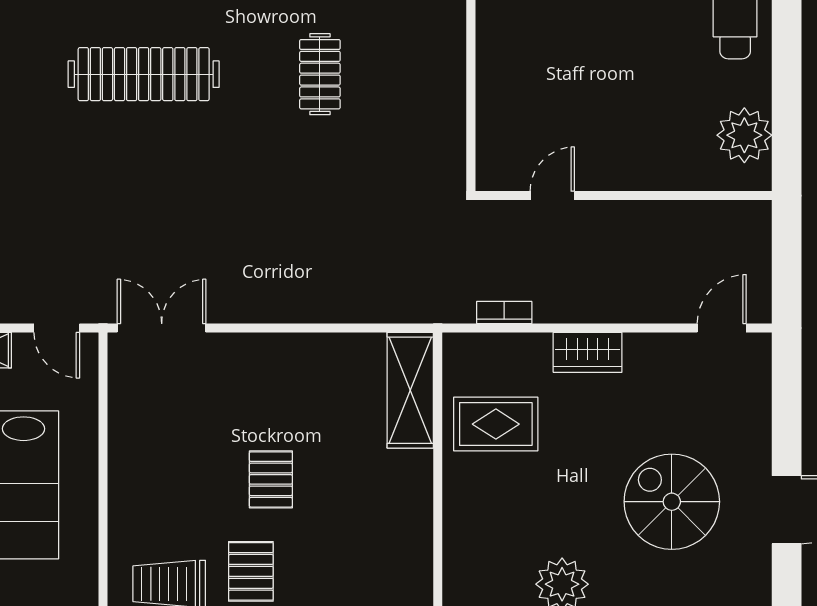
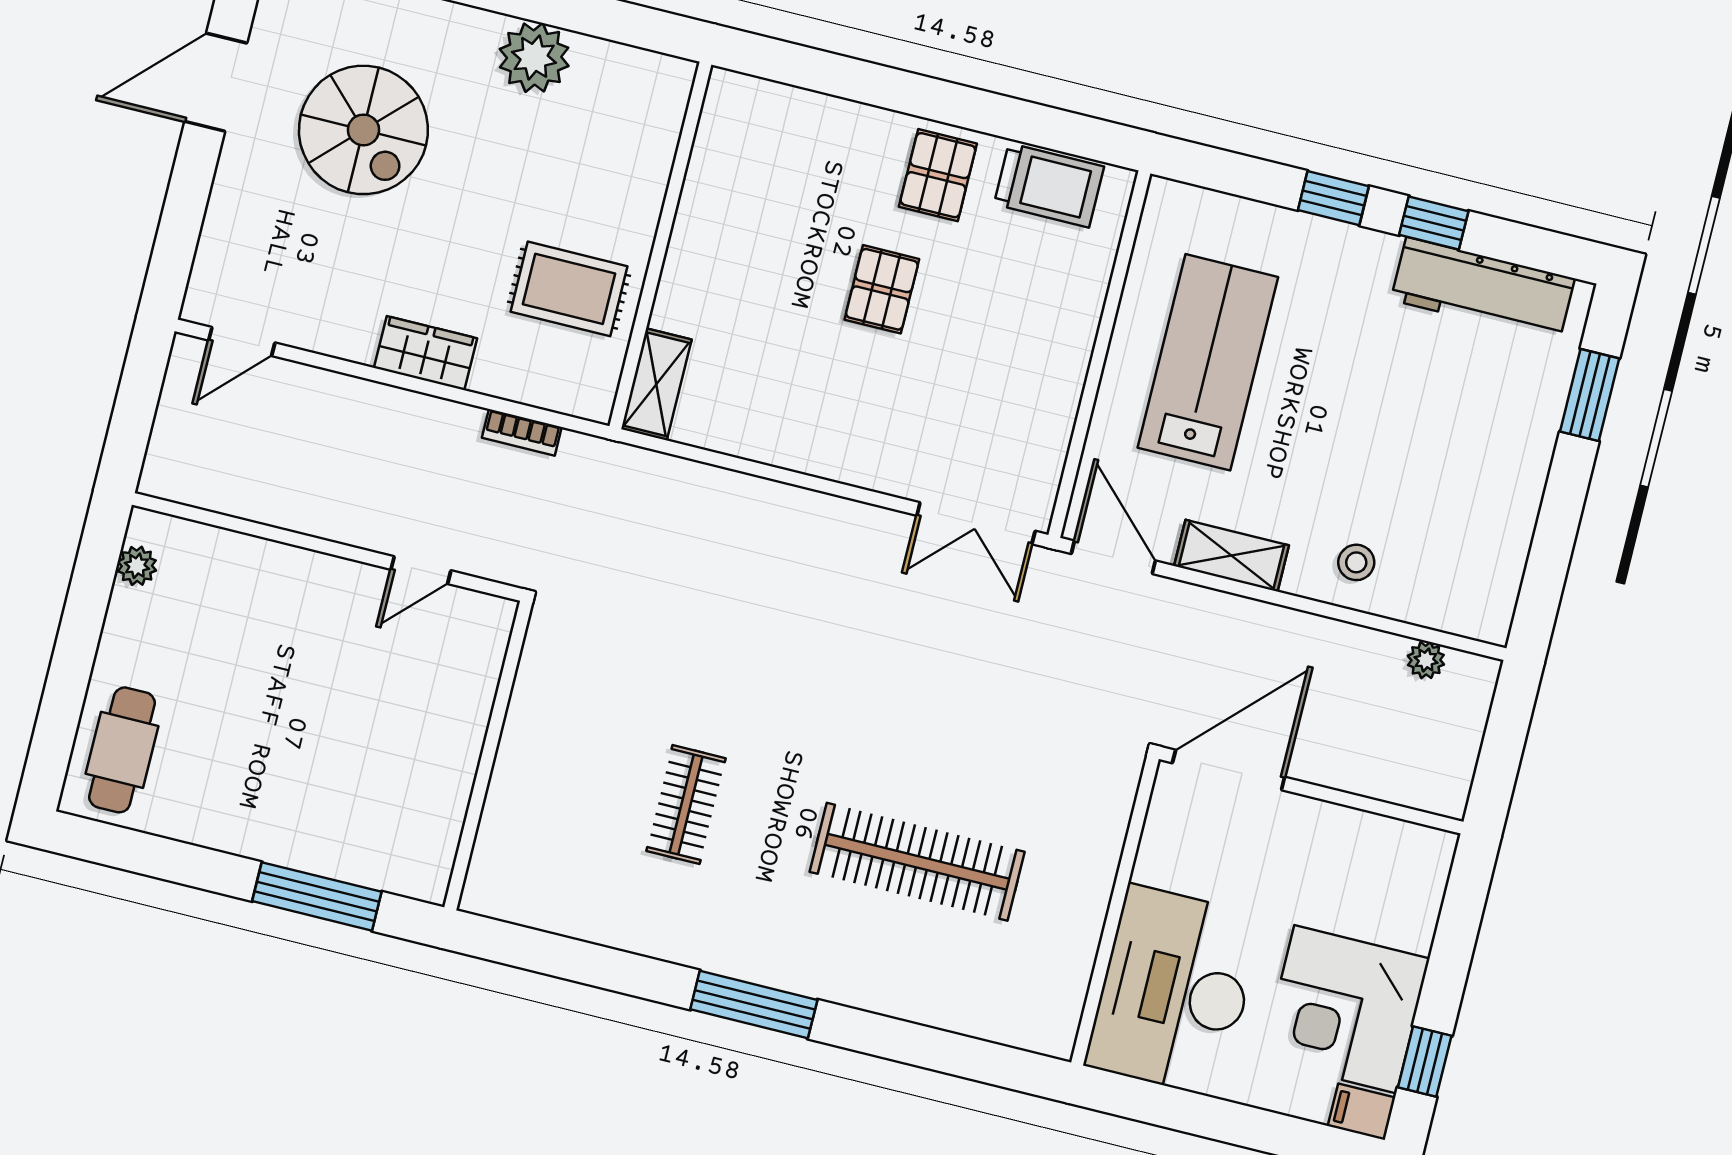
plant: (744, 135) -> (137, 566), width x0.53, depth x0.53
door: (57, 328) -> (1113, 557), width x1.38
shelving: (410, 390) -> (656, 384), width x0.67, depth x0.75

